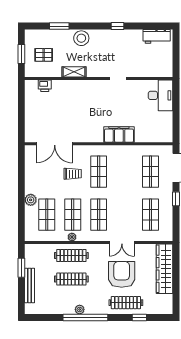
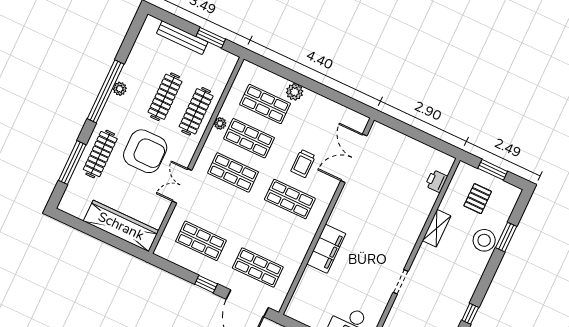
stool: (81, 38) -> (484, 240), moved
armchair: (122, 274) -> (145, 151), moved
window: (139, 318) -> (72, 163), width x2.17

